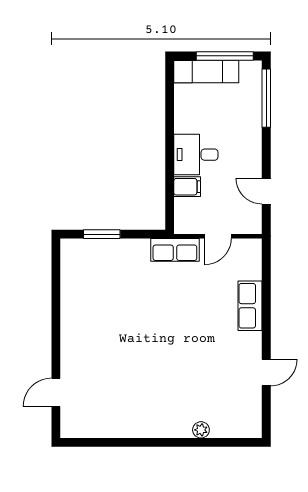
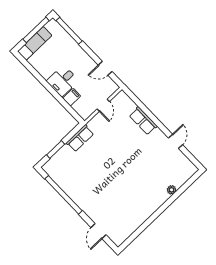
row of seats: (175, 250) -> (80, 138), moved
window: (56, 303) -> (64, 195), added

